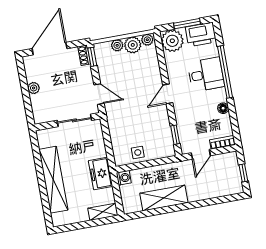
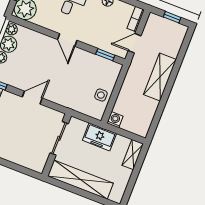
sliding door: (74, 120) -> (59, 138), moved
wall: (67, 122) -> (57, 145), moved
door: (201, 154) -> (135, 43), swing flipped
shelving: (164, 198) -> (160, 77), moved

